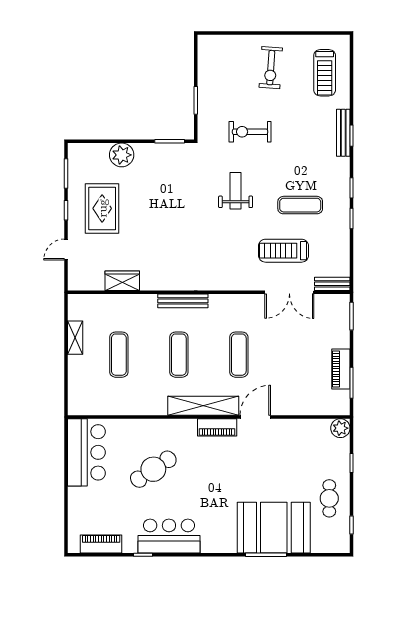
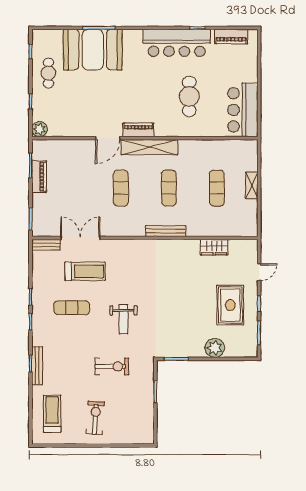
shelving: (75, 338) -> (252, 185), moved
cafe table: (153, 469) -> (189, 96), turned -56
bar counter: (169, 536) -> (177, 43), width x1.36

